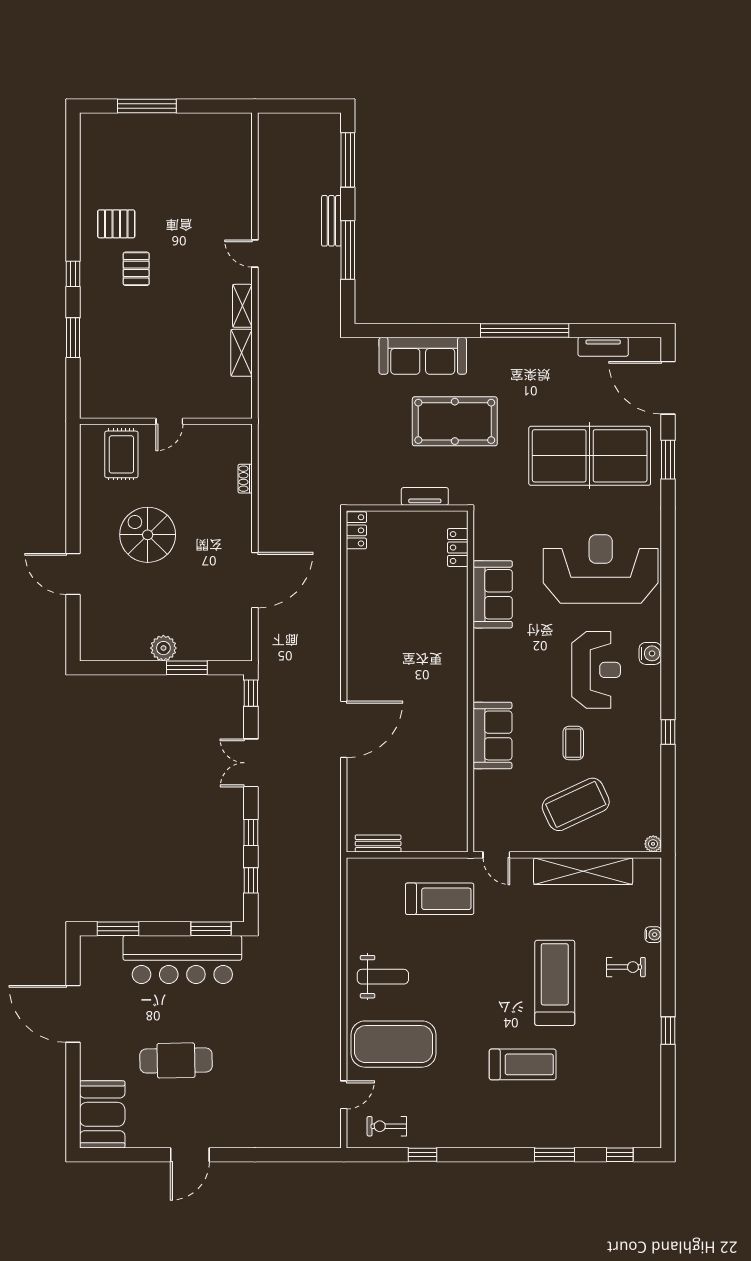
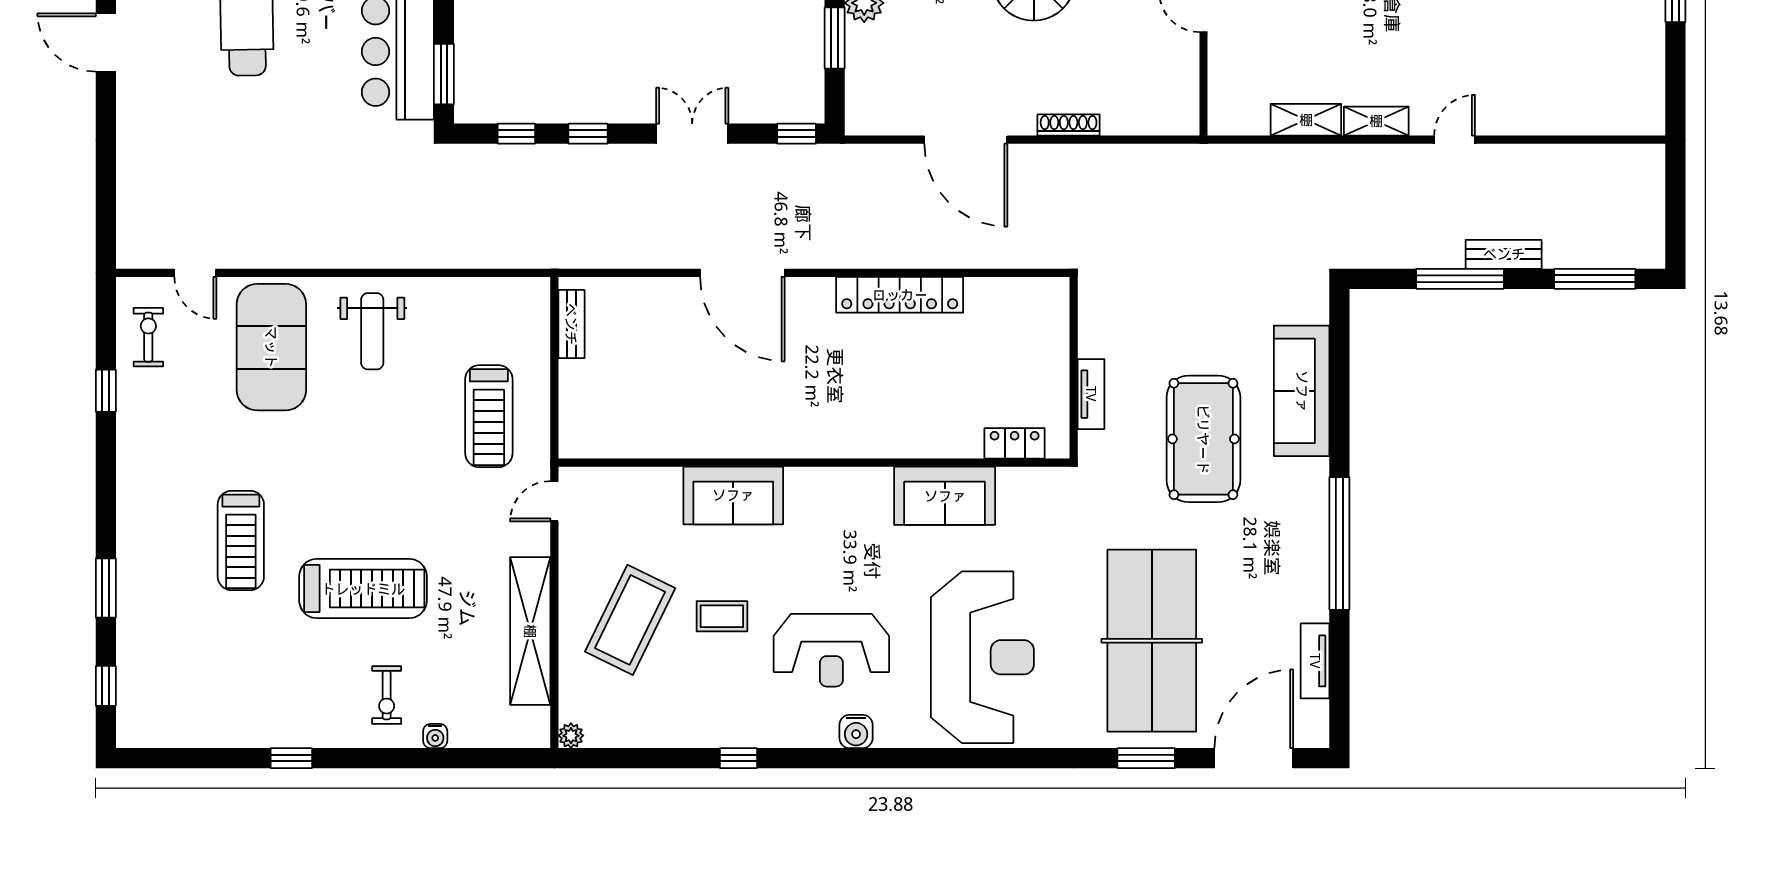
shoe rack: (245, 479) -> (1069, 125), moved, width x1.43
locker: (356, 530) -> (900, 295), moved, width x2.16, depth x1.21
coffee table: (576, 804) -> (630, 620), turned 51

